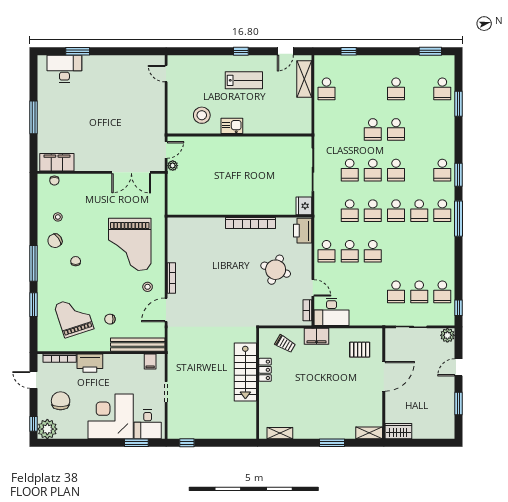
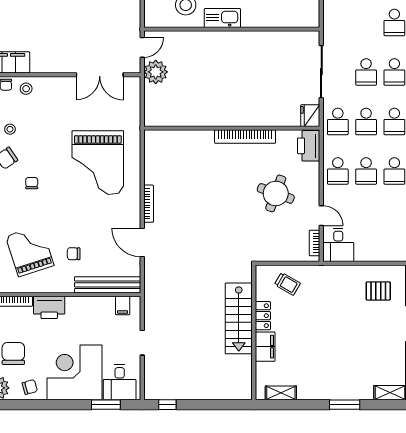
kitchen sink: (232, 126) -> (222, 18), width x1.38
plant: (173, 166) -> (156, 72), width x1.87, depth x1.87
school desk: (326, 211) -> (338, 121), added
stool: (148, 287) -> (26, 89), moved
door: (166, 310) -> (142, 243), hinge flipped
desk: (332, 312) -> (338, 245), width x0.73
filing cabinet: (316, 336) -> (265, 347), moved, turned -90
chair: (74, 428) -> (30, 387), added

